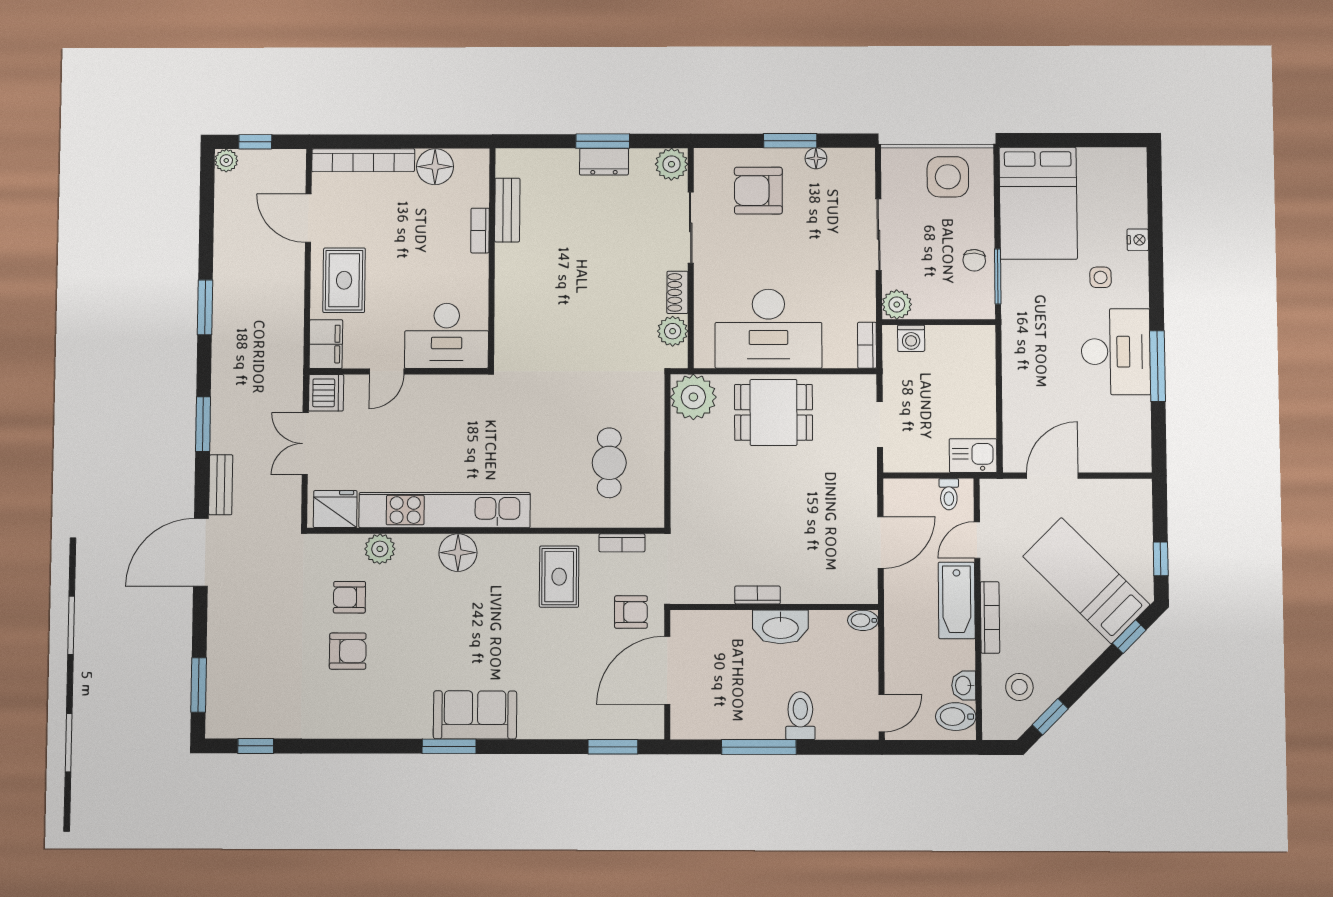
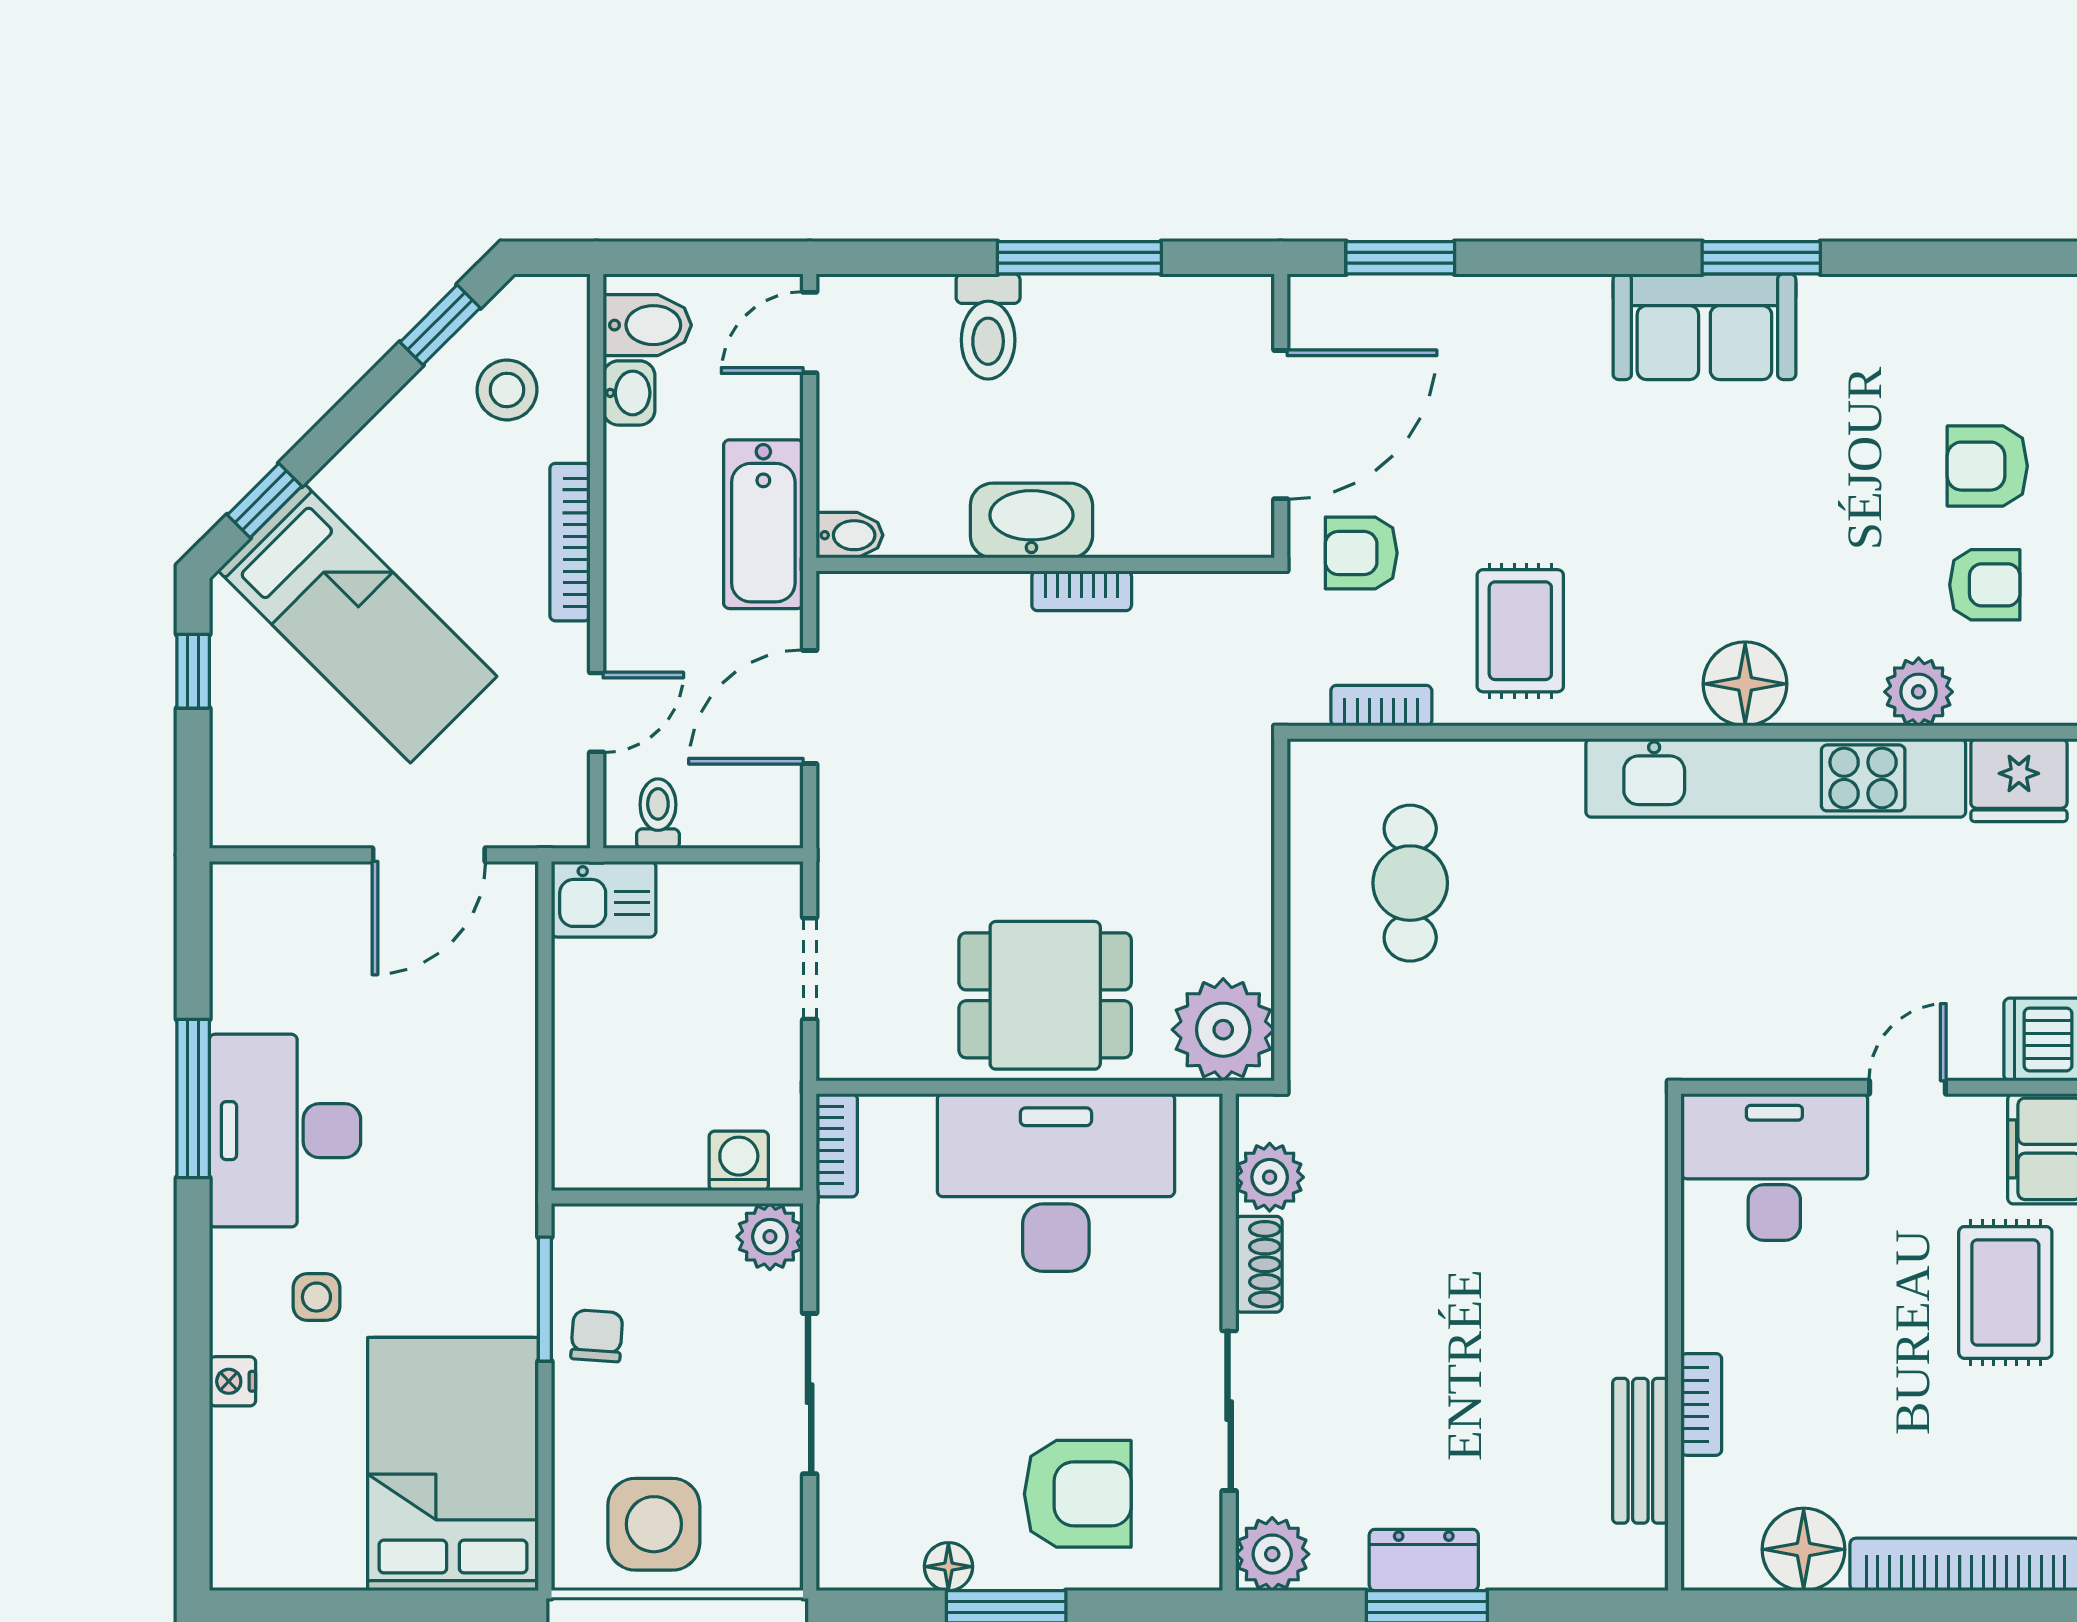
bathtub: (957, 600) -> (763, 524), moved, turned 180

